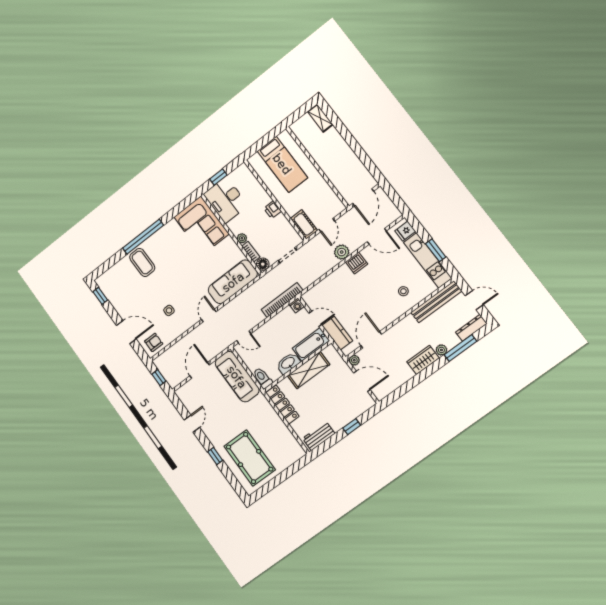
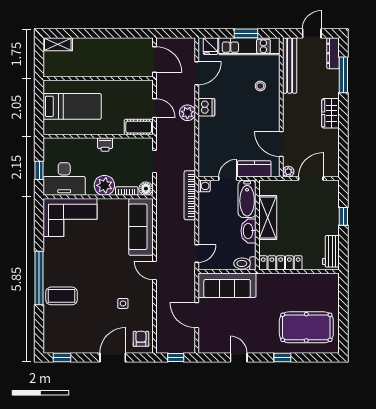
plant: (242, 238) -> (104, 185), width x1.88, depth x1.88
plant: (441, 350) -> (333, 92), removed

